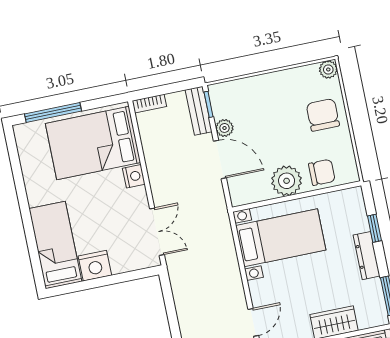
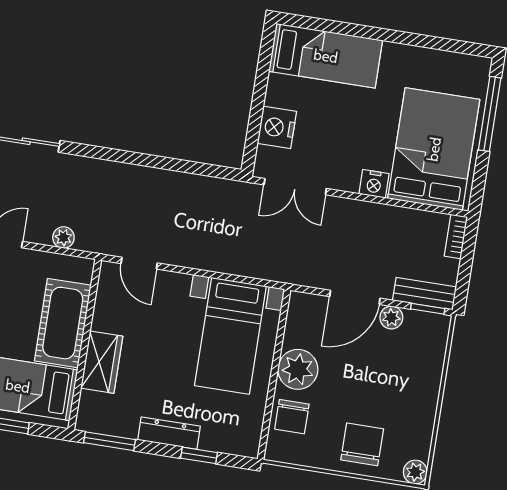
chair: (323, 115) -> (362, 444), turned -90
nightstand: (95, 266) -> (277, 127), moved

